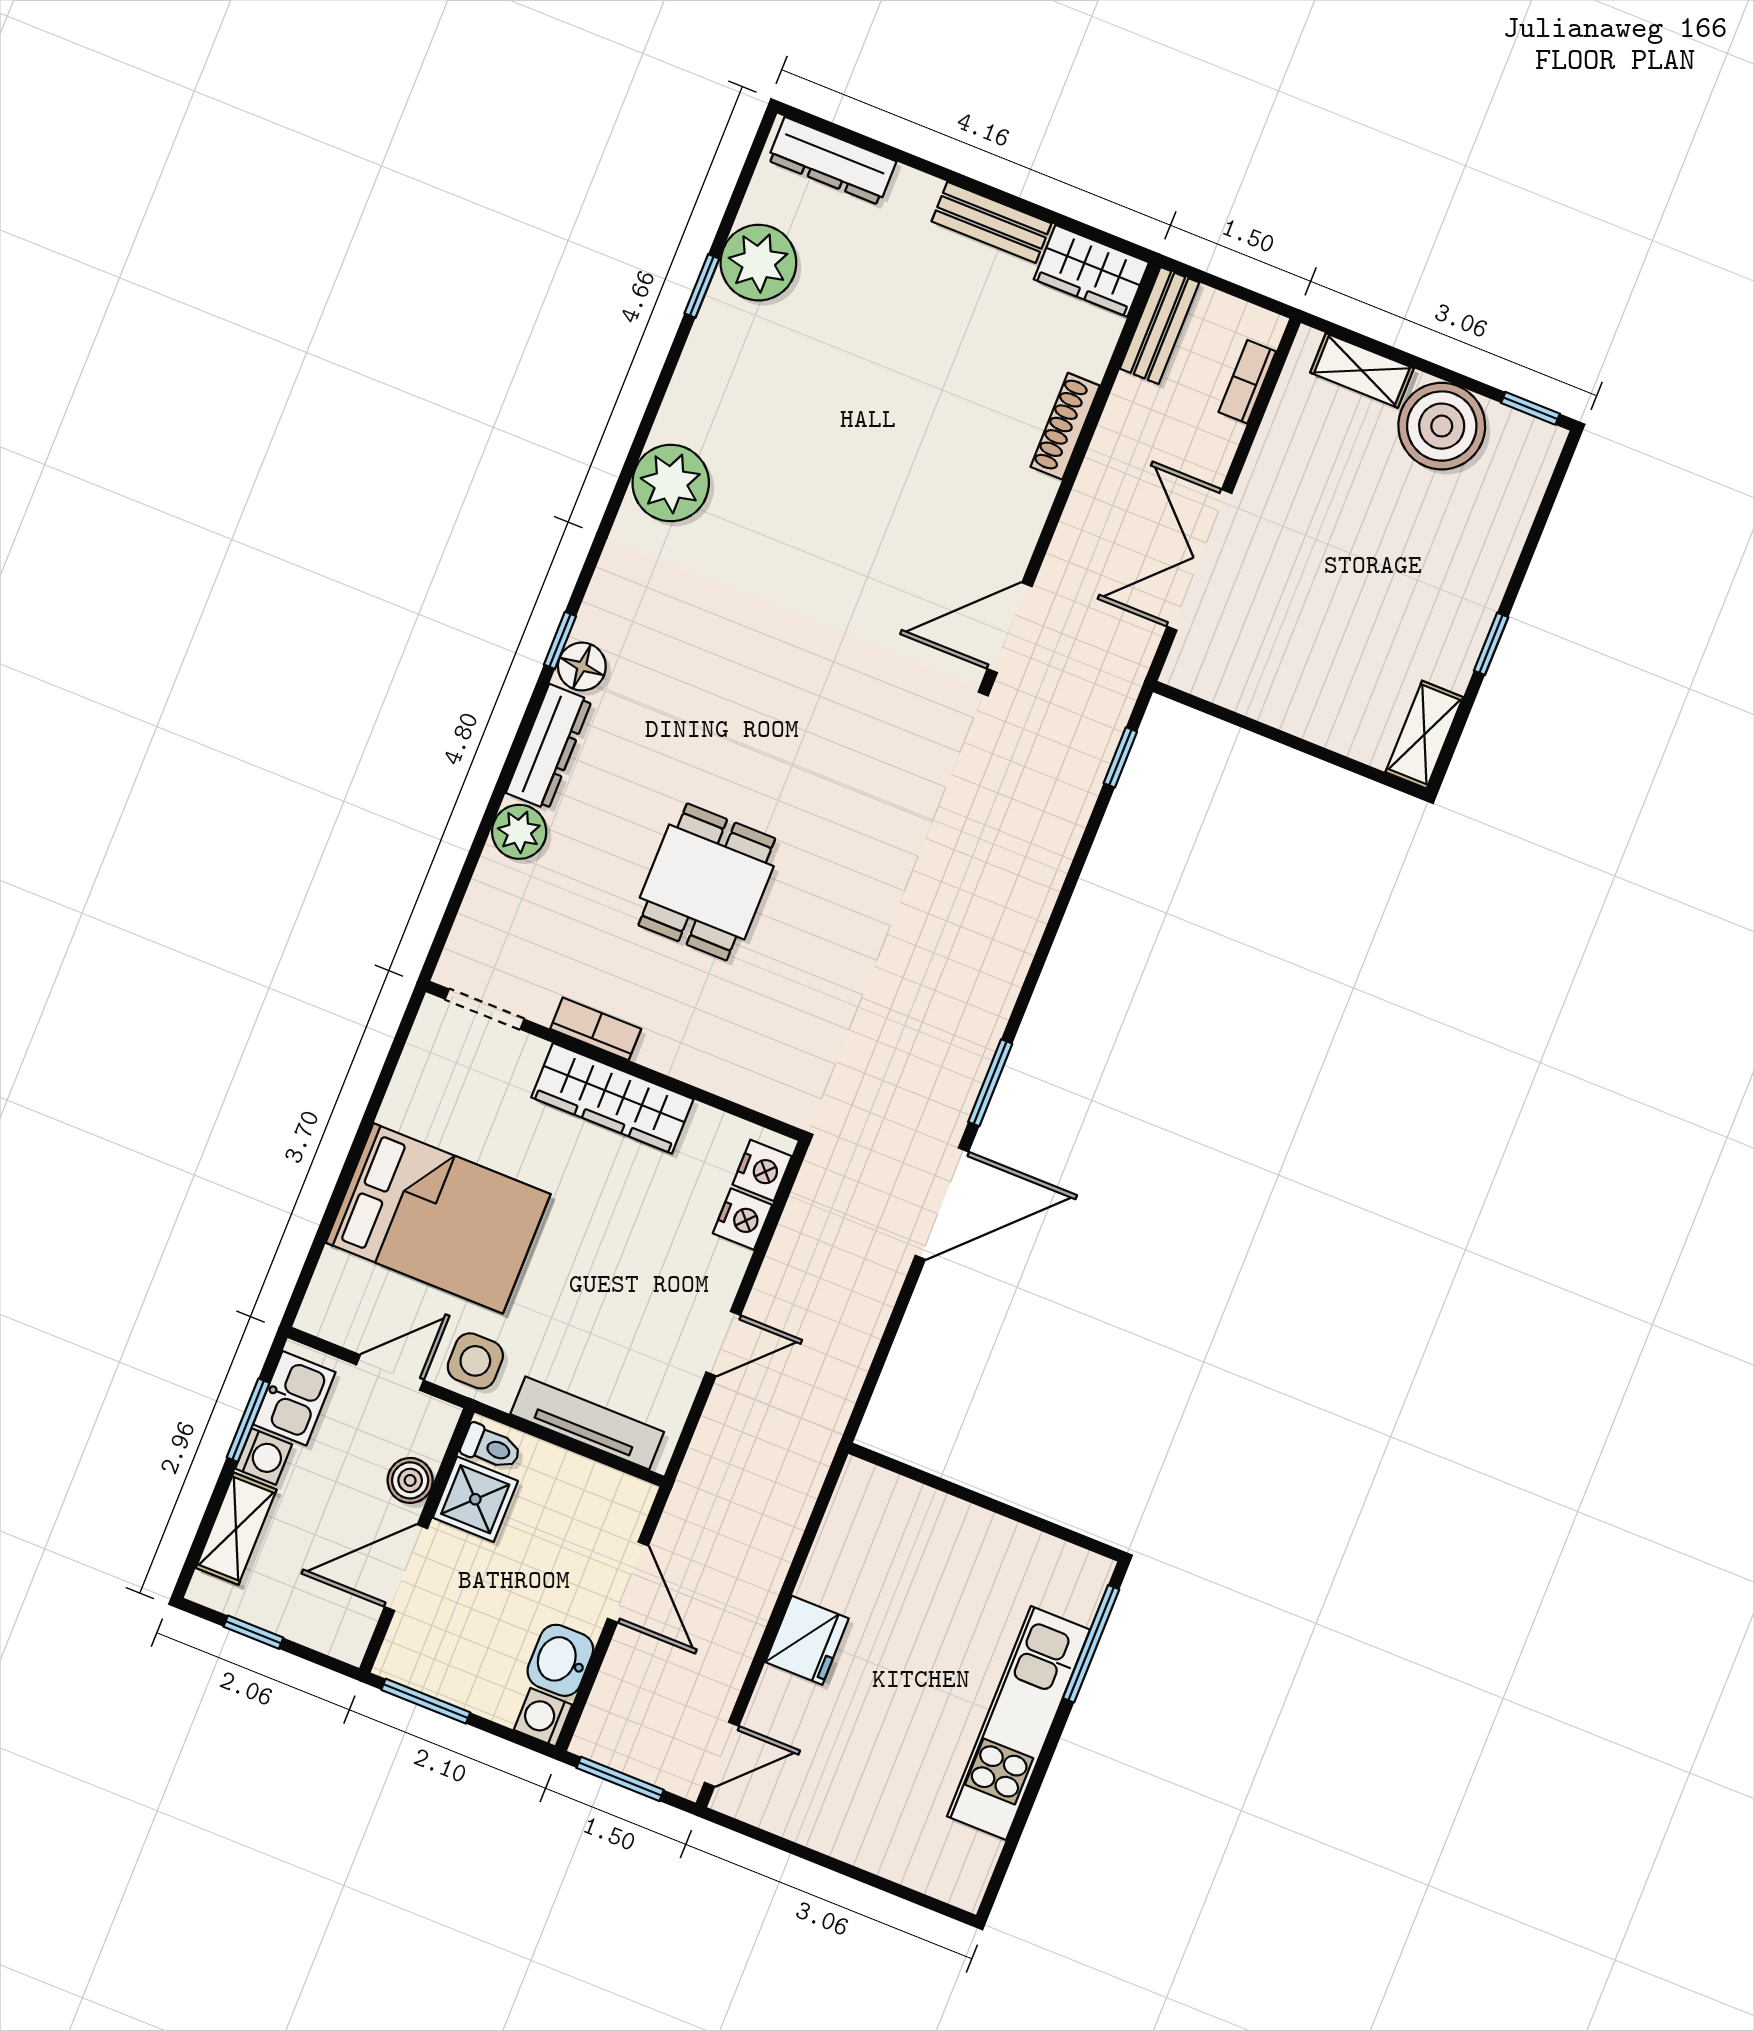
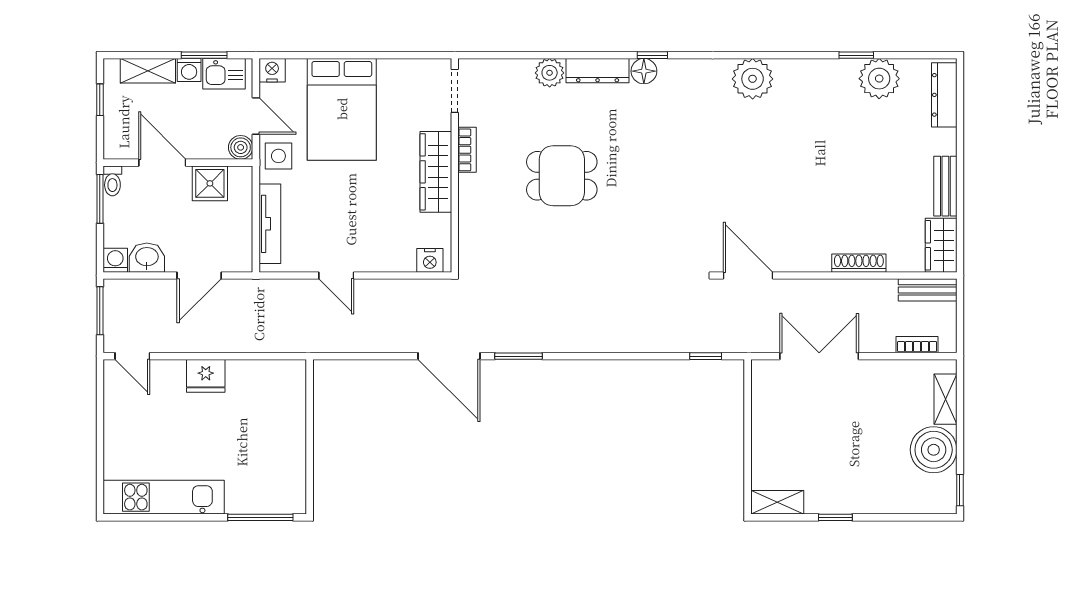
nightstand: (743, 1219) -> (272, 70), moved, turned 180
toilet: (491, 1447) -> (112, 181), moved
boiler: (410, 1480) -> (241, 147), moved
kitchen unit: (1018, 1723) -> (164, 497), moved

